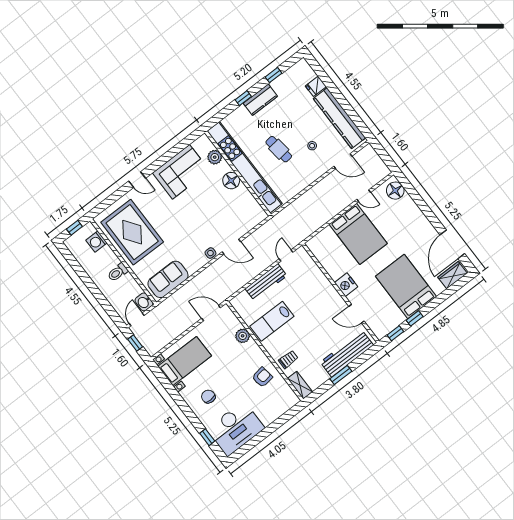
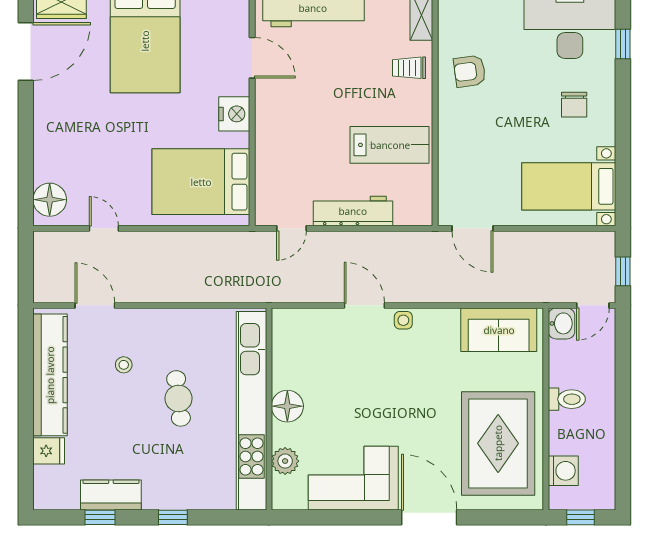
kitchen counter: (260, 100) -> (111, 495), moved
door: (137, 180) -> (429, 517), width x1.88
bed: (358, 234) -> (201, 182), moved, turned -90
plant: (243, 336) -> (451, 157), removed

